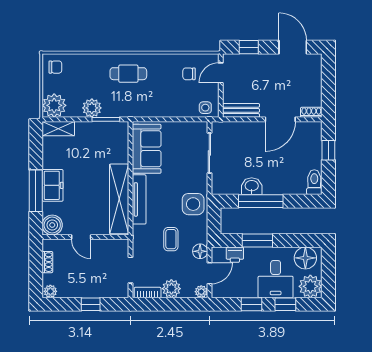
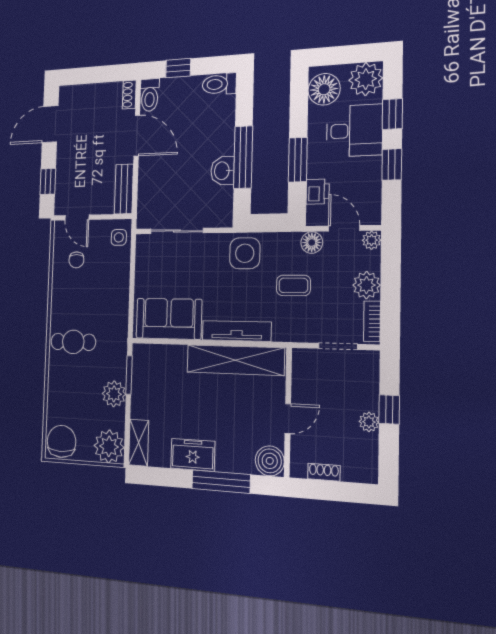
chair: (55, 67) -> (62, 441), width x1.87, depth x1.87
cafe table: (128, 74) -> (73, 342), turned 90
toilet: (310, 129) -> (150, 95), added
freezer: (53, 185) -> (193, 455), moved
plant: (50, 291) -> (369, 422), moved

